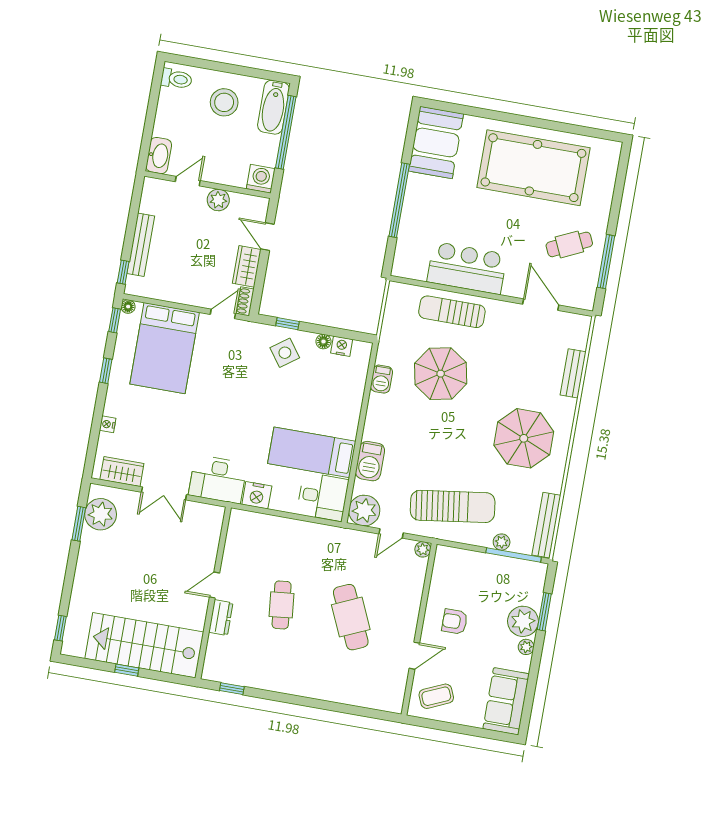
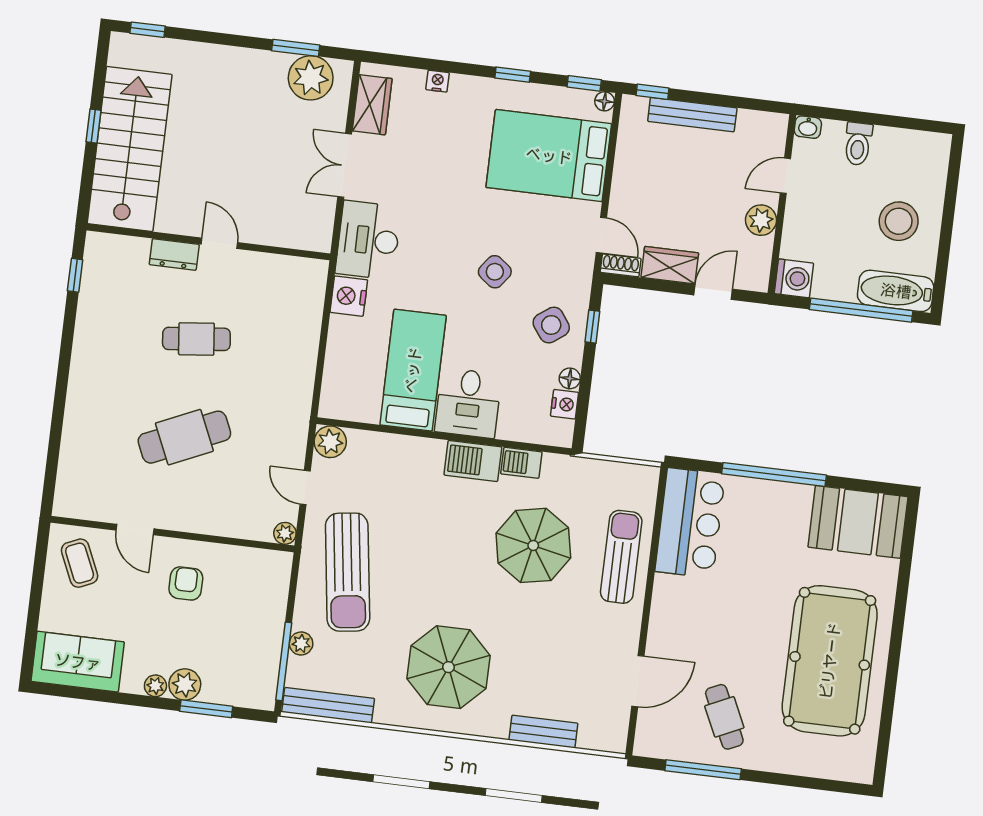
toilet: (176, 79) -> (858, 144), moved
washbasin: (159, 156) -> (808, 127), width x0.52, depth x0.69
door: (188, 181) -> (785, 176), swing flipped
bar counter: (467, 268) -> (690, 523), moved
side table: (245, 391) -> (495, 272), added
barbecue: (370, 461) -> (473, 461), moved
desk: (323, 497) -> (468, 403), moved
plant: (364, 511) -> (330, 442), width x0.73, depth x0.73
plant: (523, 621) -> (185, 685), width x0.73, depth x0.73

